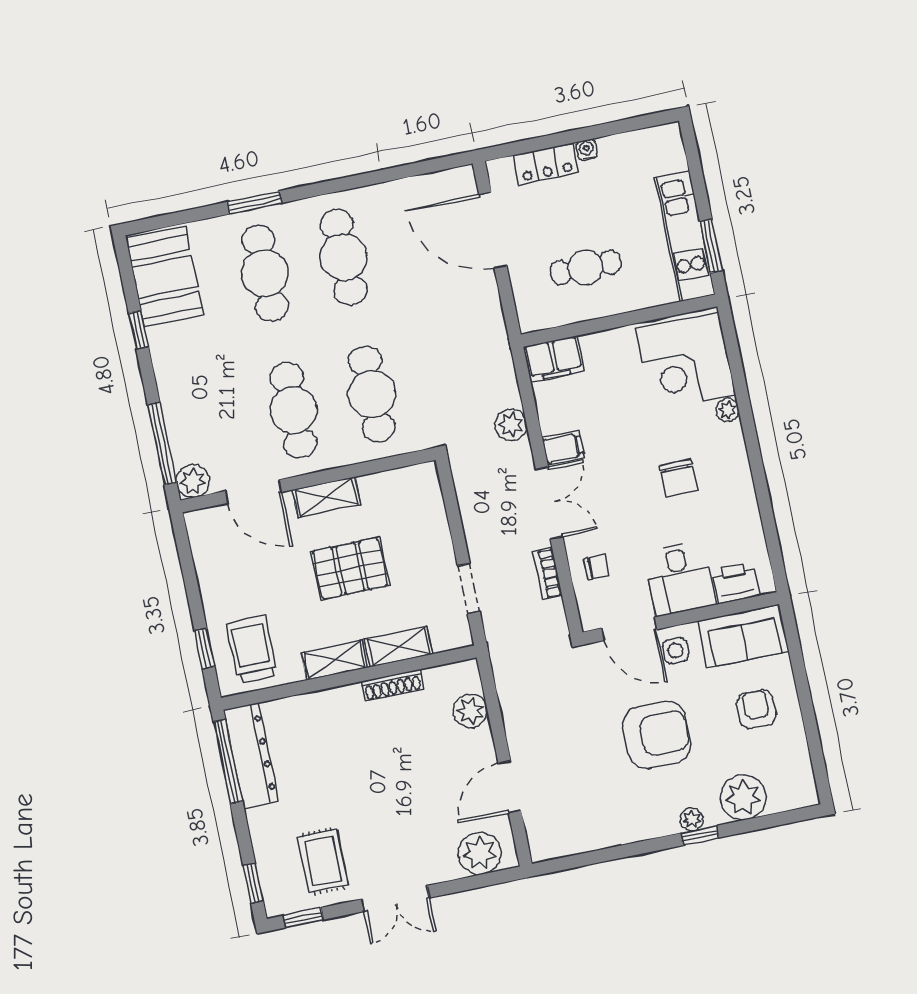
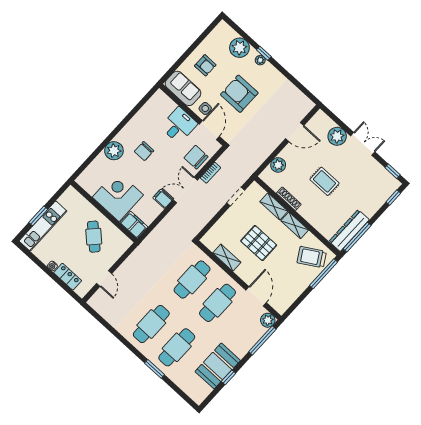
door: (493, 230) -> (104, 279), width x0.53
kitchen unit: (685, 236) -> (43, 226), moved
window: (711, 246) -> (38, 216), moved
cafe table: (586, 267) -> (94, 237), turned 43
booth: (165, 277) -> (218, 366), moved
corner desk: (686, 361) -> (118, 196), moved, turned -90
plant: (727, 410) -> (114, 151), width x1.88, depth x1.88
plant: (511, 425) -> (168, 223), removed
chair: (678, 478) -> (144, 151), turned 180
shelving: (326, 497) -> (227, 258), moved
chair: (596, 567) -> (196, 157), width x1.87, depth x1.87
printer: (736, 583) -> (166, 104), removed
window: (205, 649) -> (324, 274), width x2.17
trolley: (252, 649) -> (312, 257), turned 59
armchair: (756, 709) -> (205, 65), turned -90
plant: (480, 853) -> (337, 136), moved
rug: (323, 861) -> (324, 181), moved, turned 90

